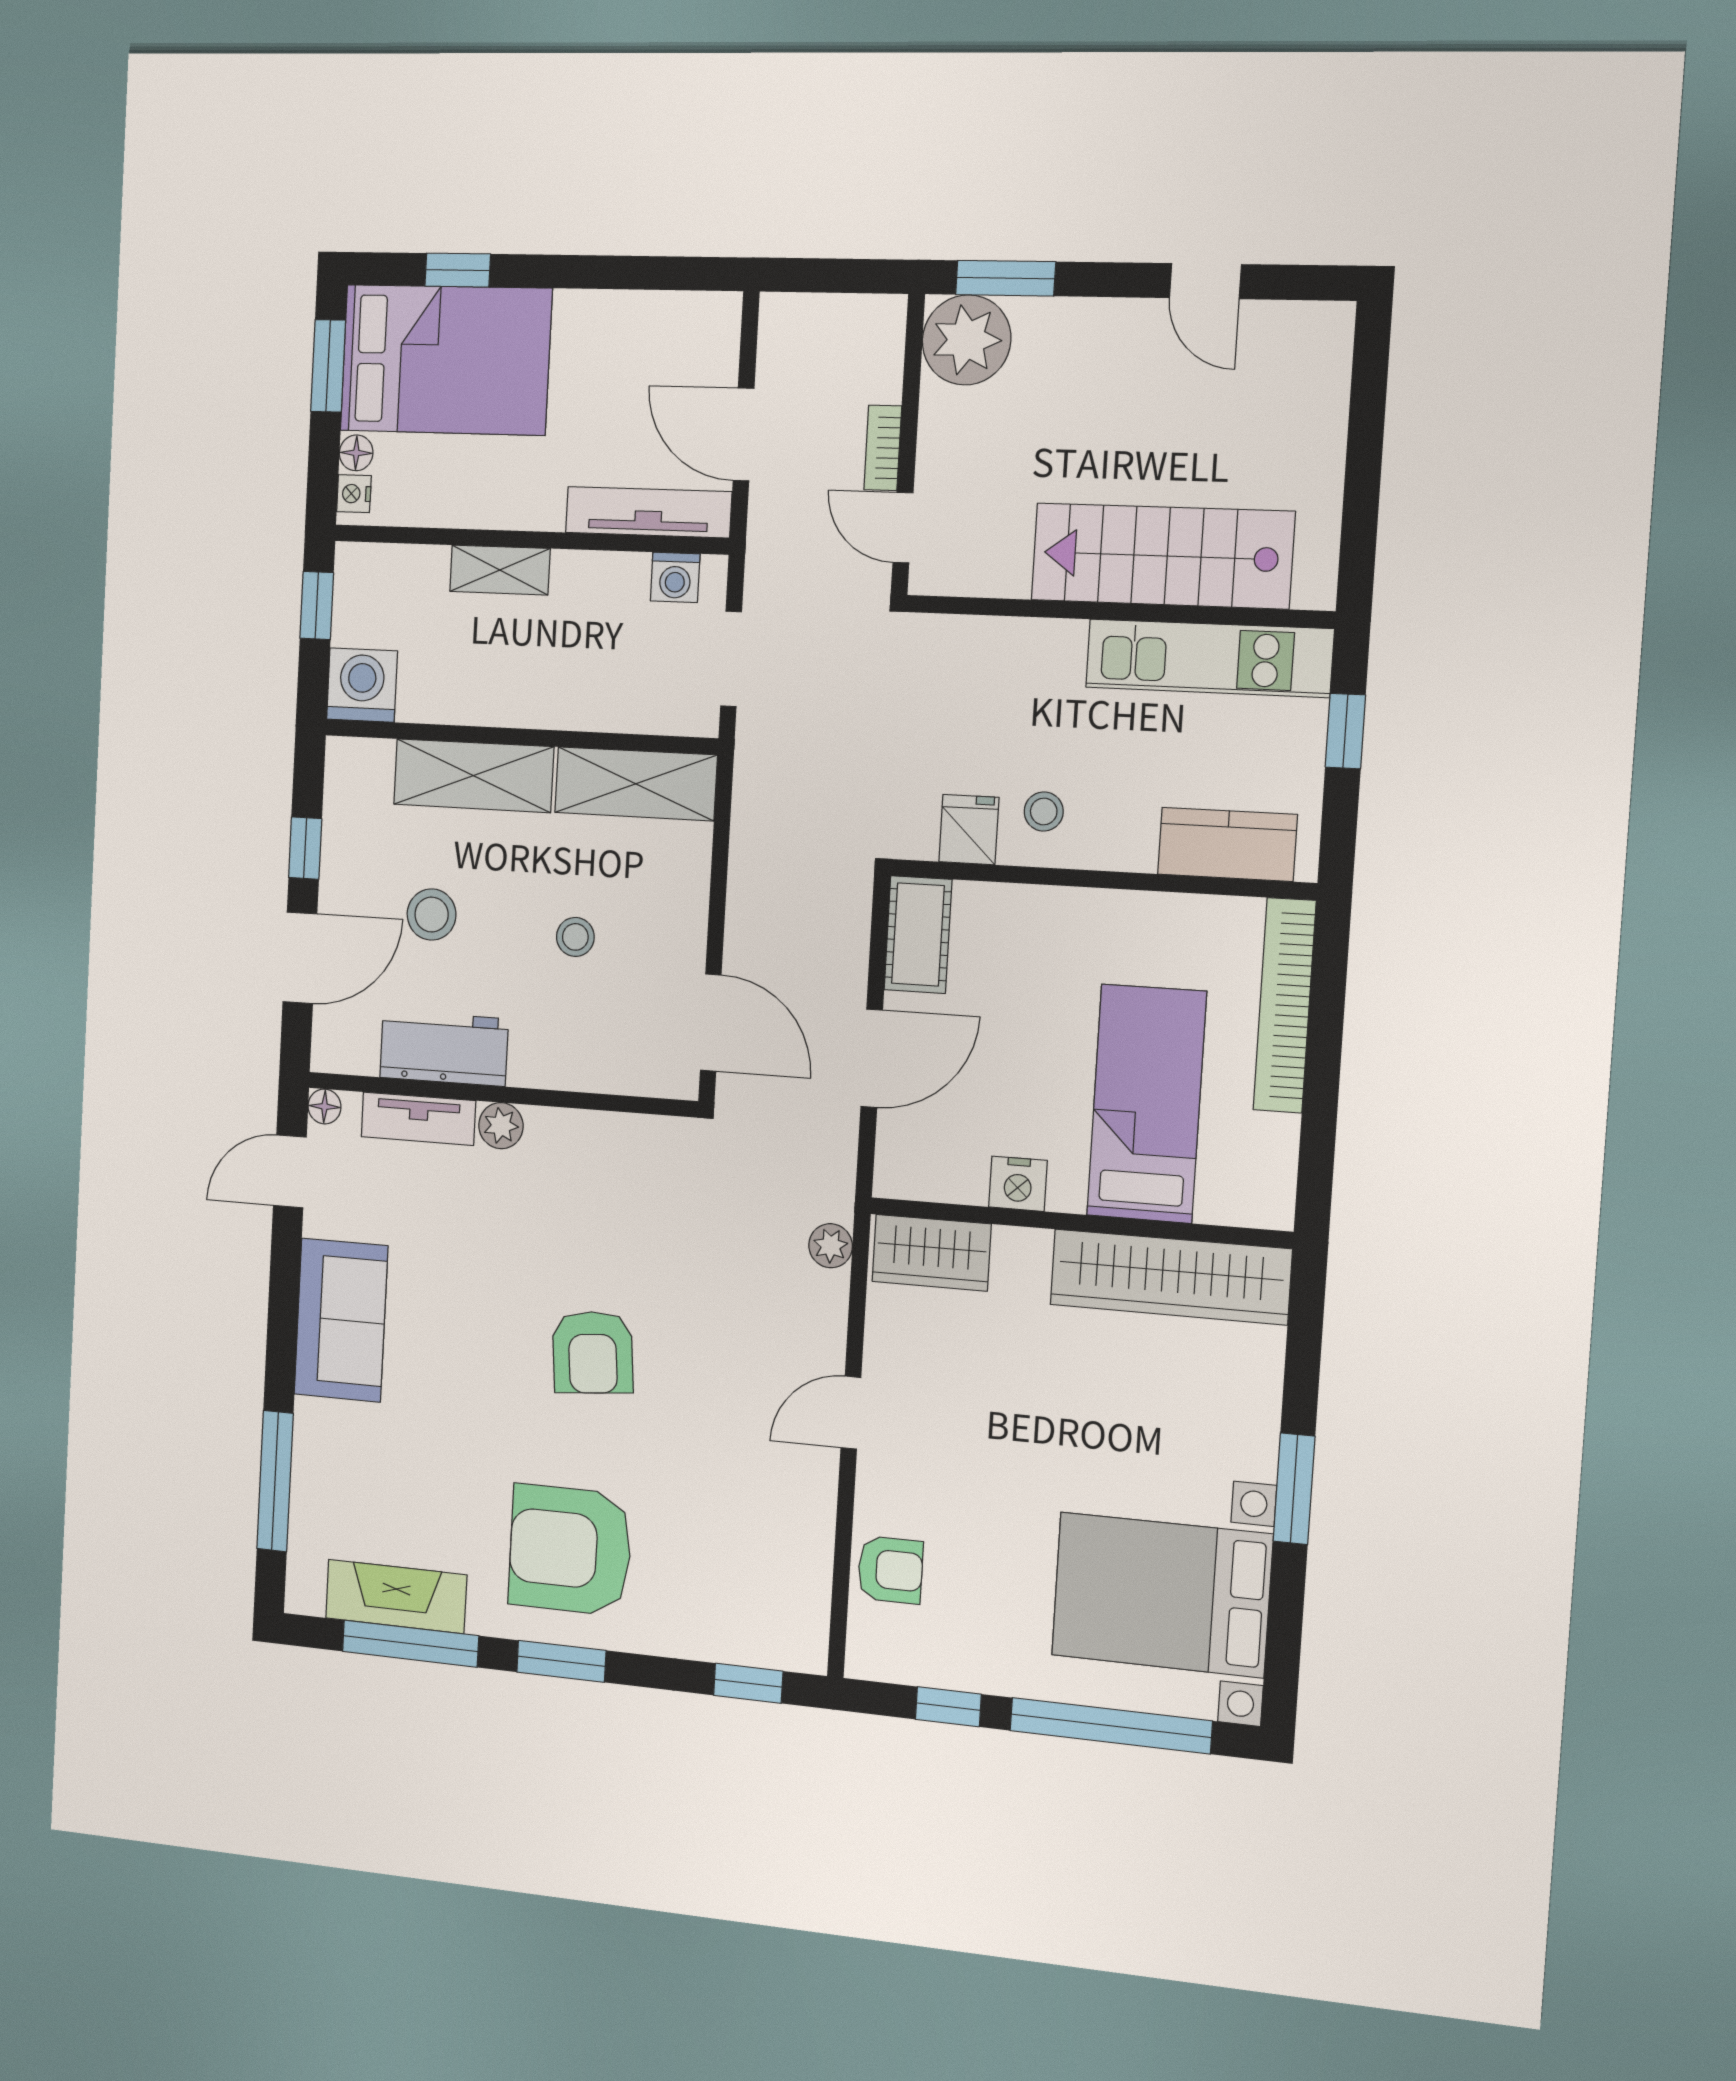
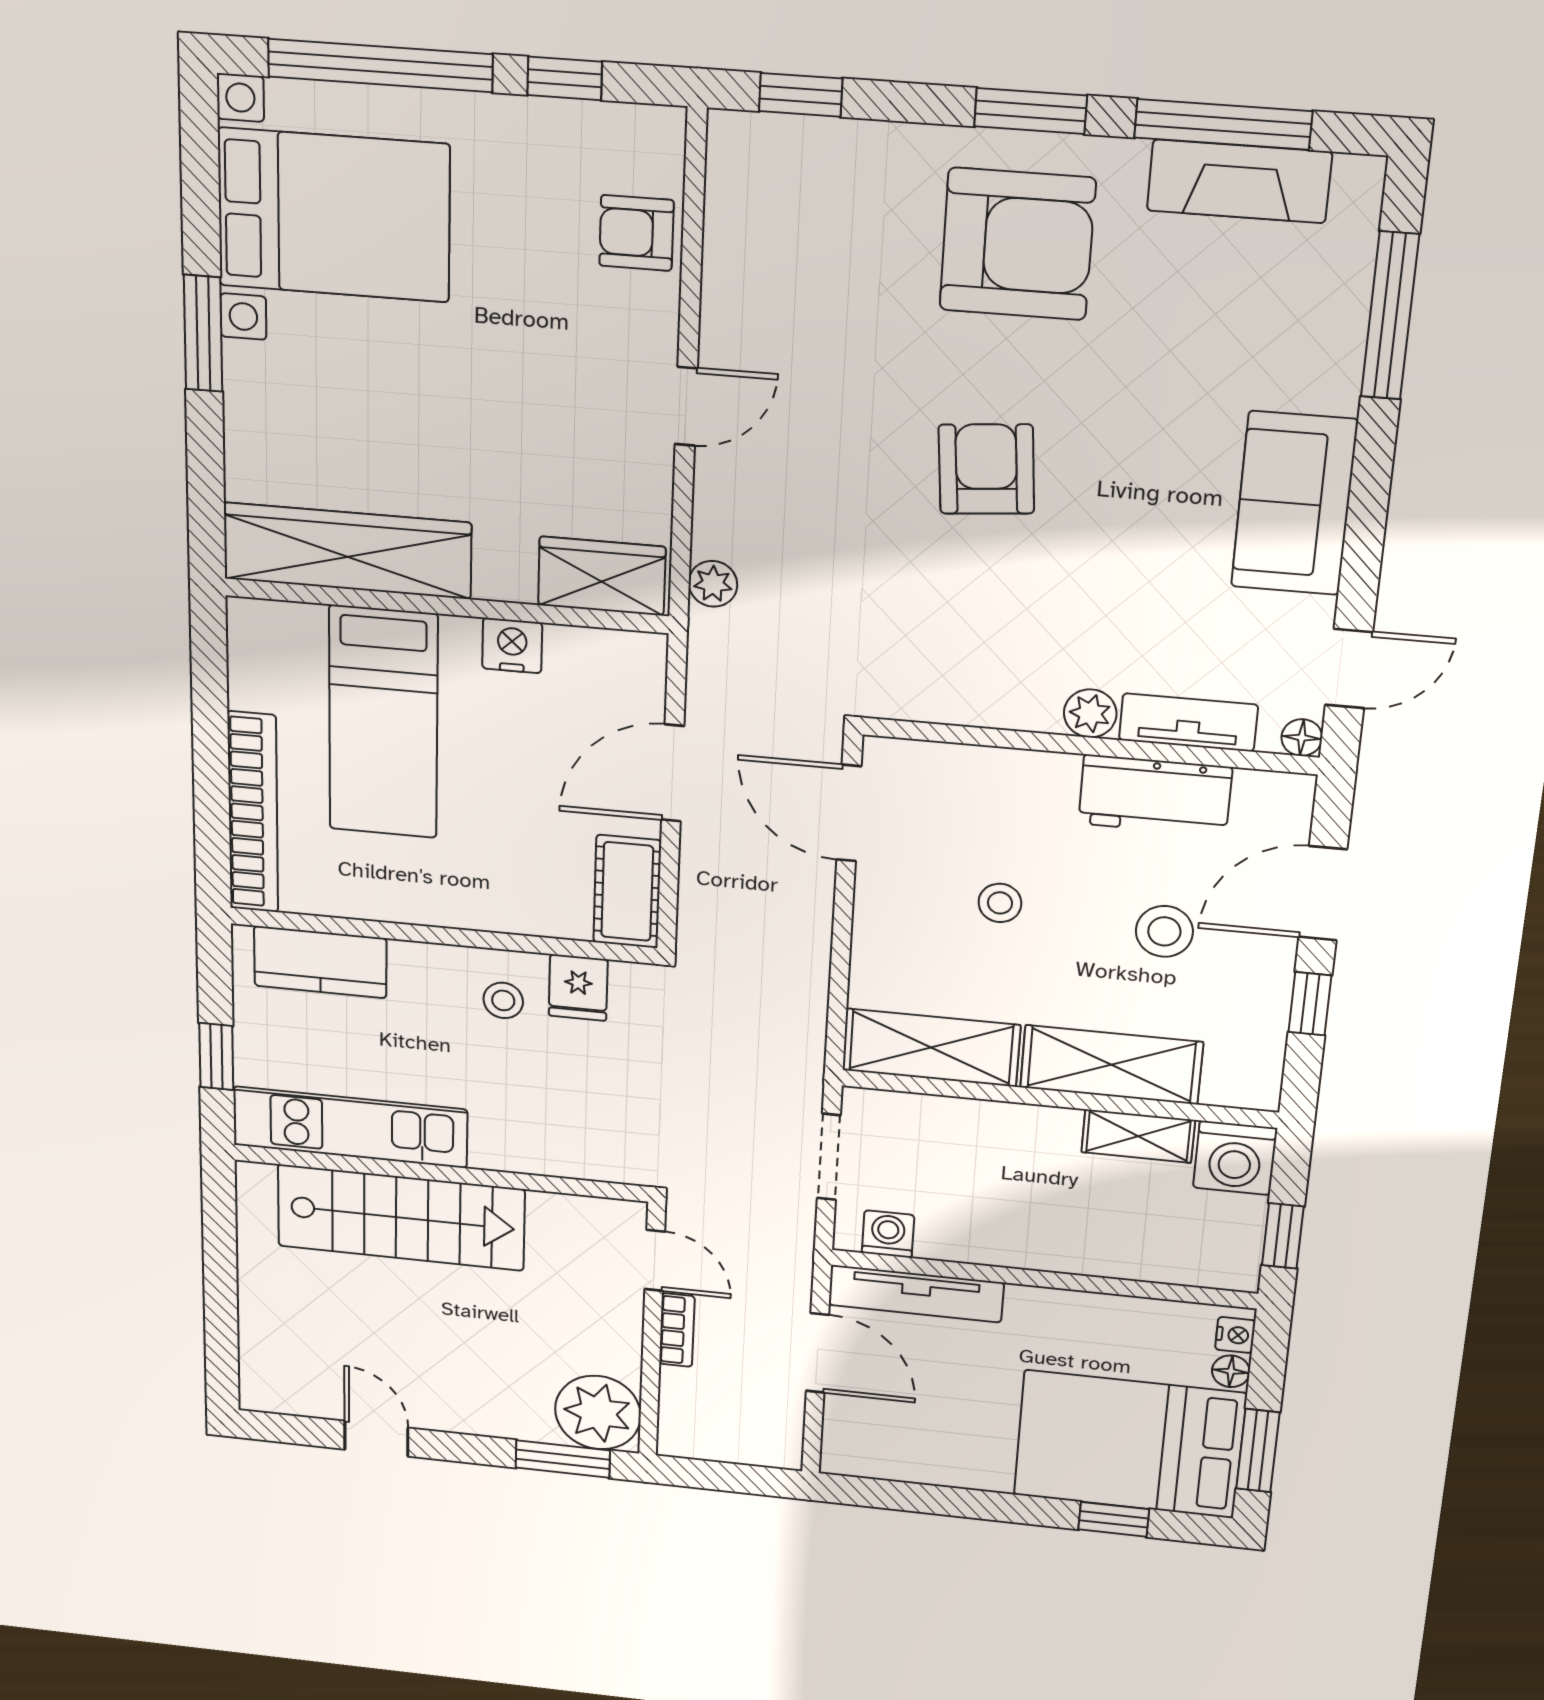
shelving: (500, 570) -> (1138, 1136), moved

